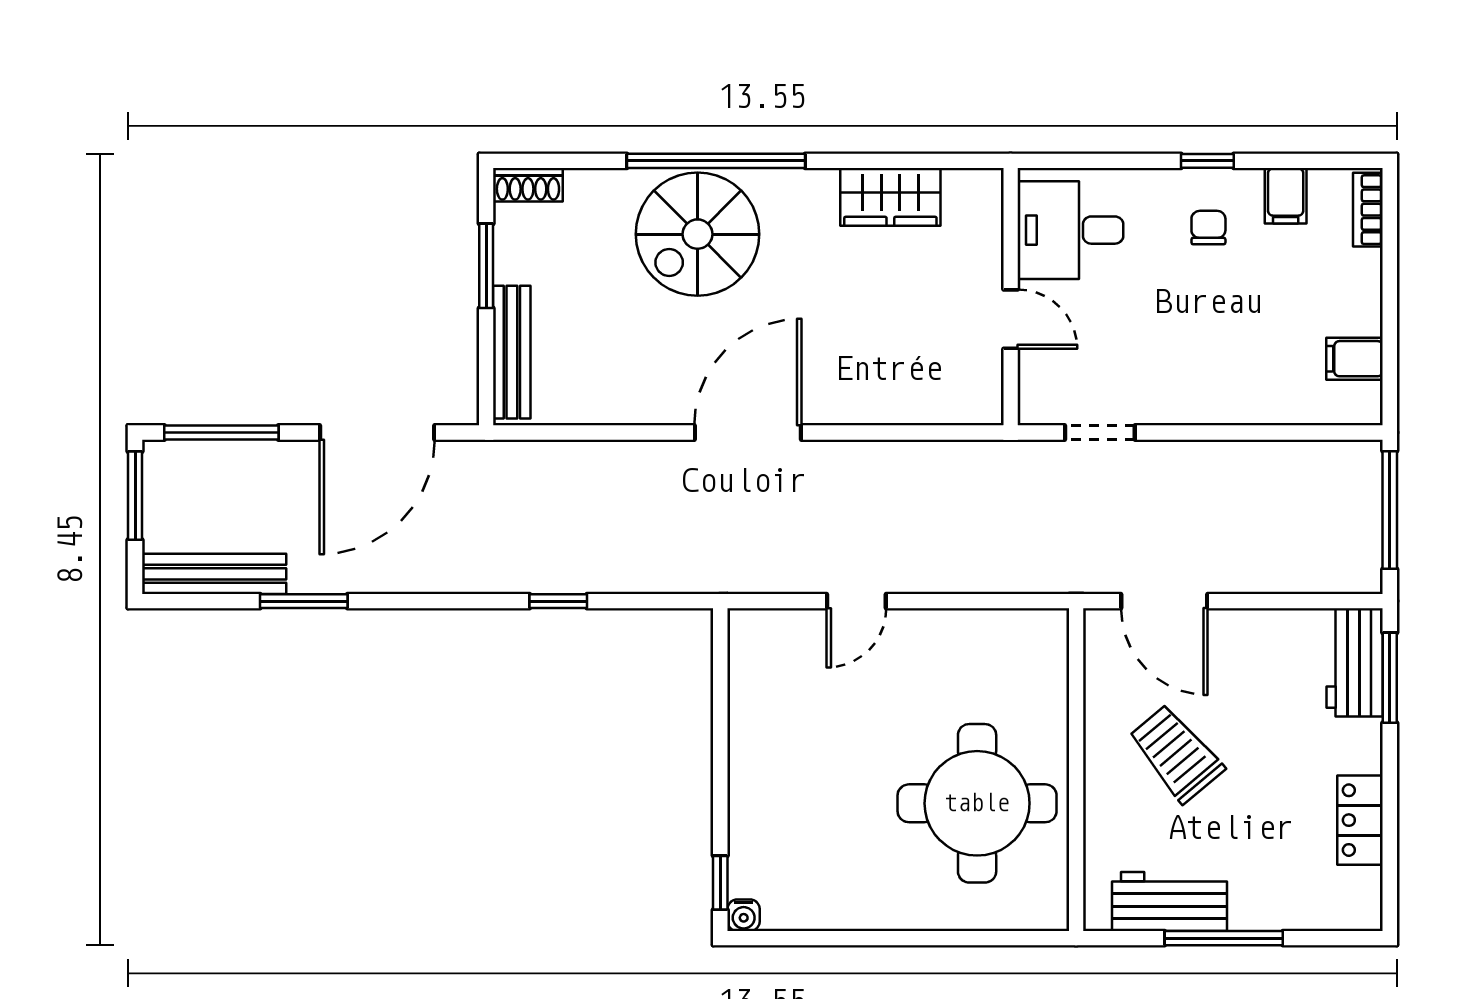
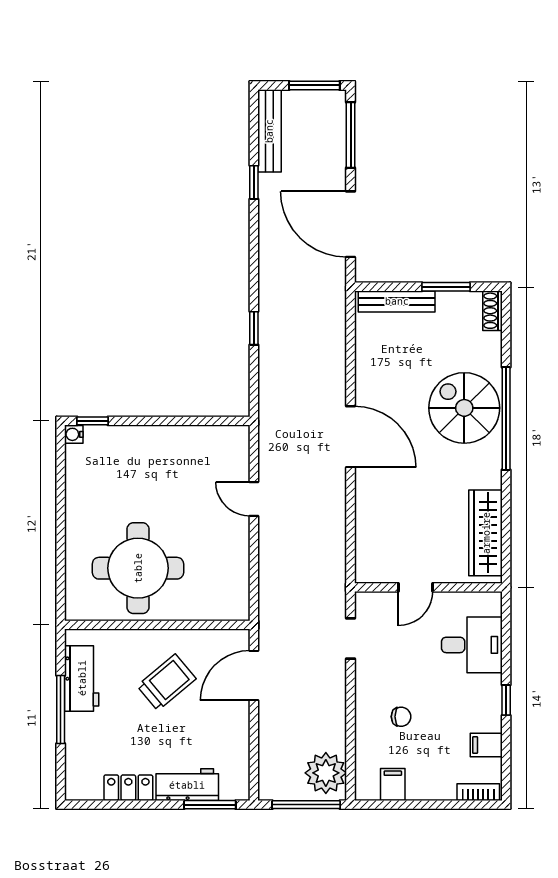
wardrobe: (890, 197) -> (486, 533), width x1.50
chair: (1208, 228) -> (401, 717), moved
desk: (1070, 230) -> (472, 645), moved, turned 90
plant: (1334, 476) -> (326, 773), added
window: (304, 601) -> (254, 182), width x0.67
workbench: (1355, 662) -> (187, 785), moved

